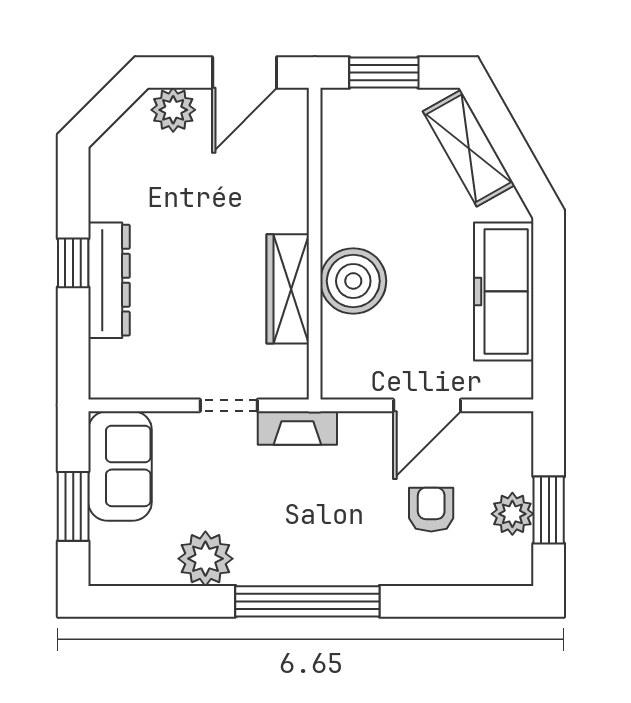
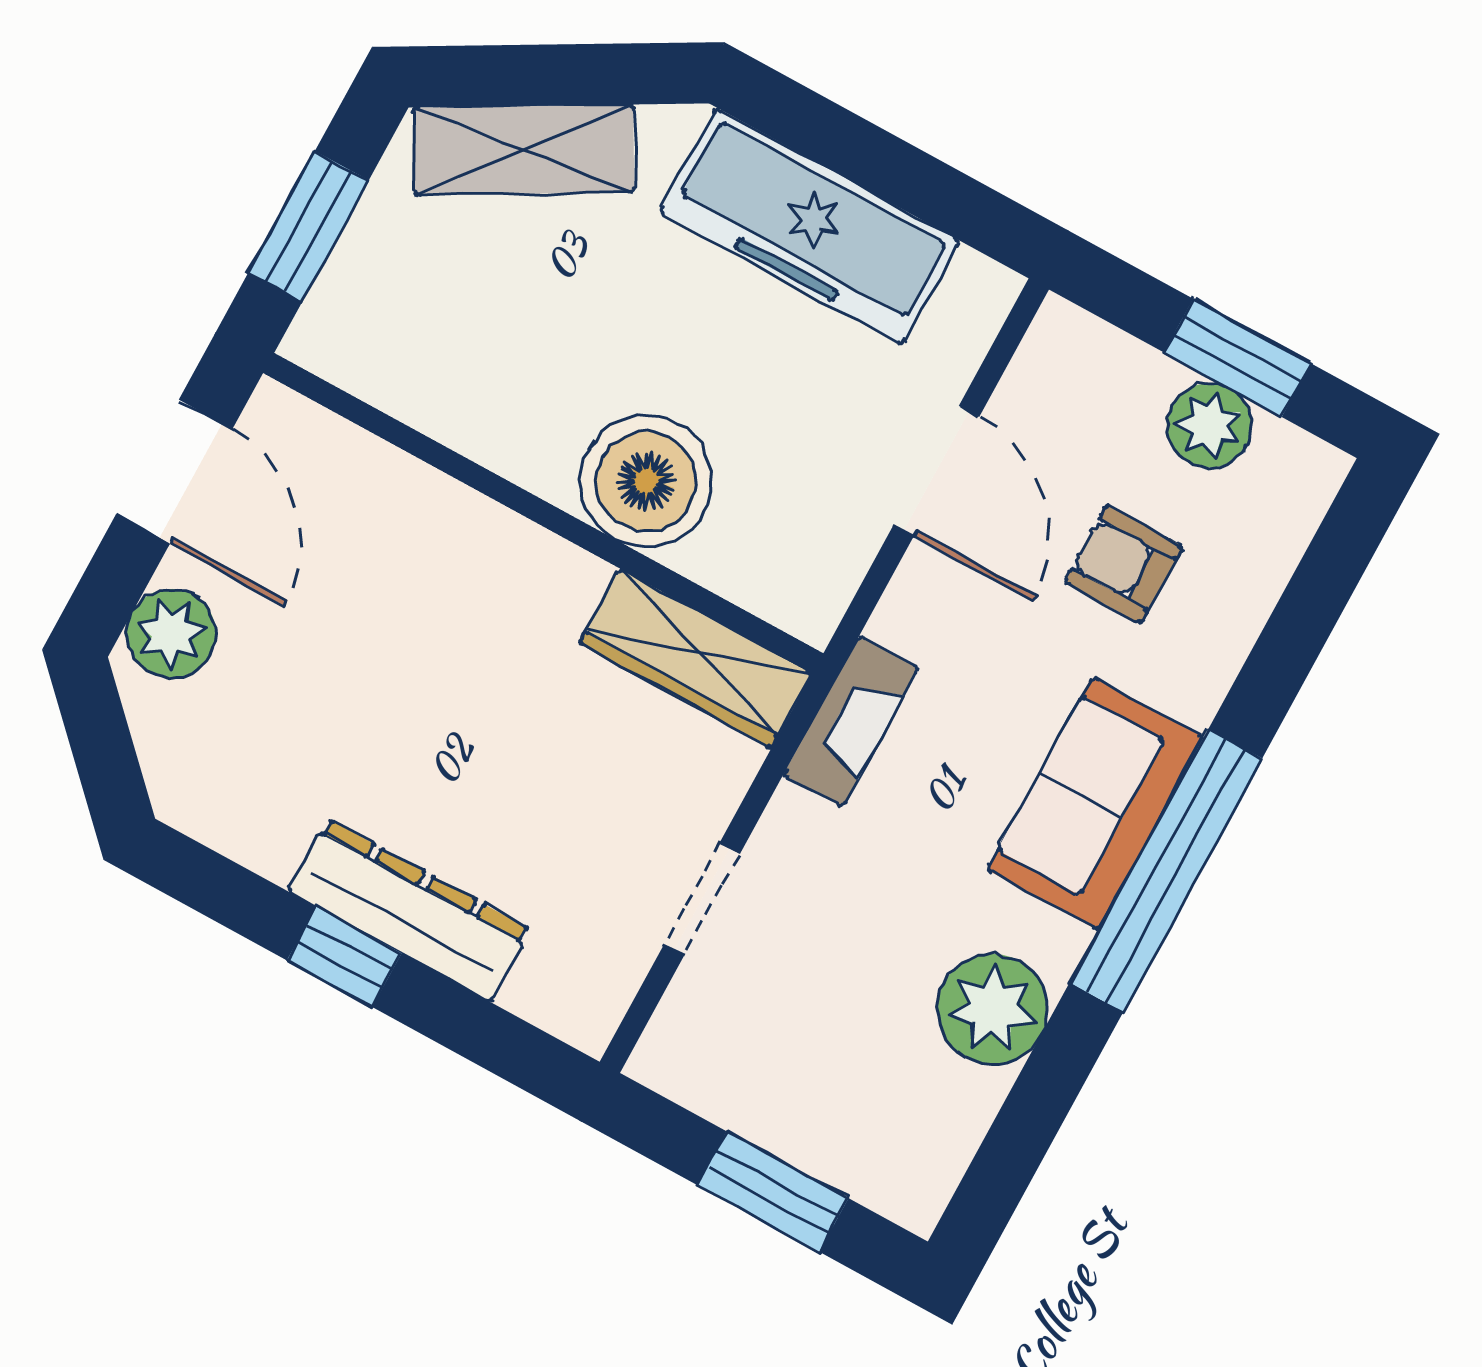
wardrobe: (288, 289) -> (696, 658), moved
doorway: (229, 405) -> (702, 899), moved
sofa: (120, 466) -> (1095, 803), moved, turned -90

